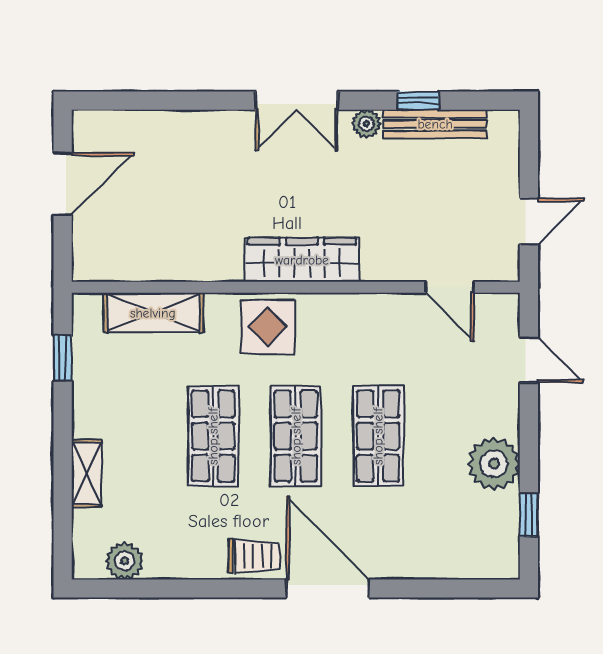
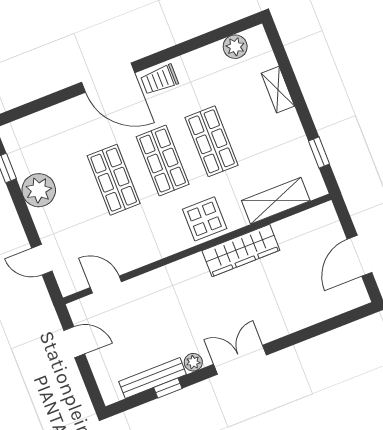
door: (529, 221) -> (74, 342), swing flipped
wardrobe: (302, 260) -> (241, 250), moved

